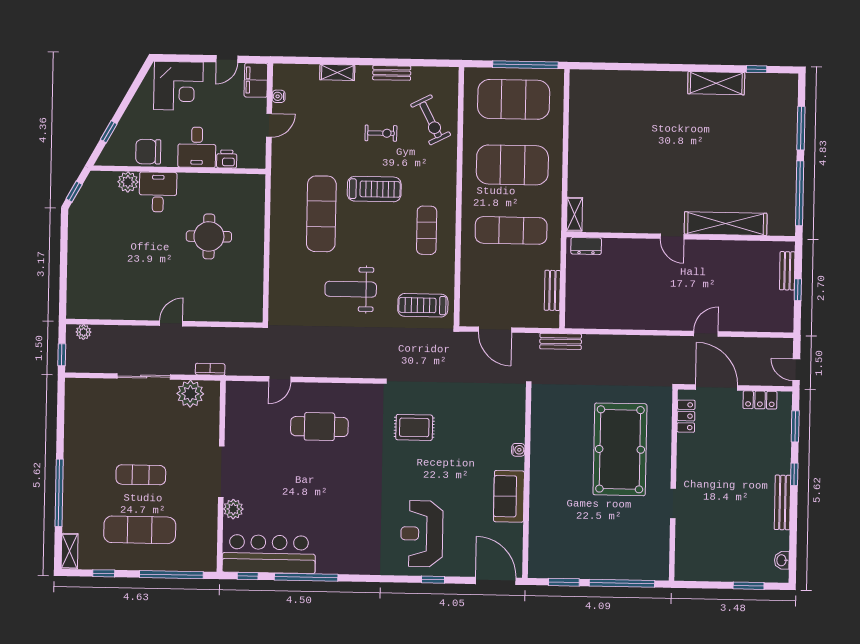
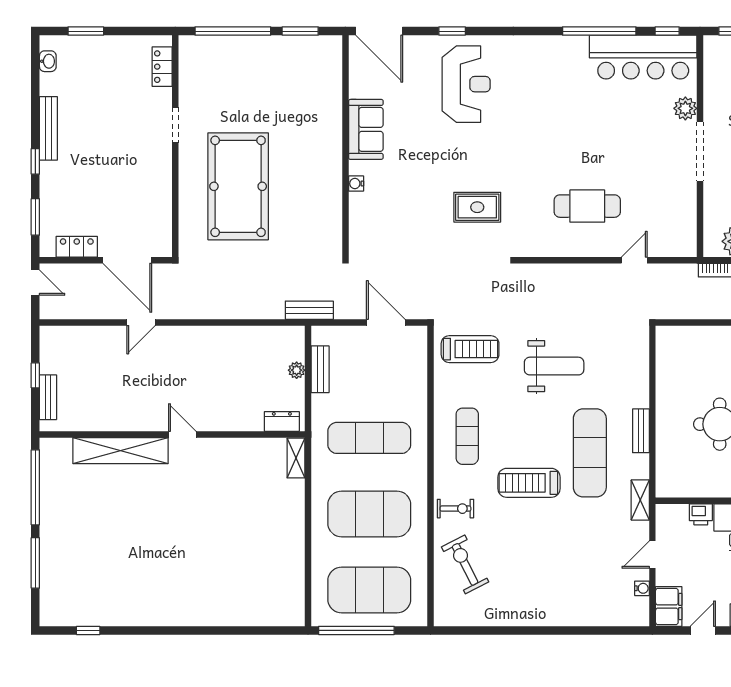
shelving: (337, 72) -> (640, 500), moved, turned 90
bench: (392, 73) -> (641, 431), moved, turned 90
shelving: (716, 83) -> (135, 613), removed
exercise bike: (381, 133) -> (455, 509), moved, turned 180
plant: (573, 290) -> (297, 370), added
locker: (686, 416) -> (162, 67), moved

